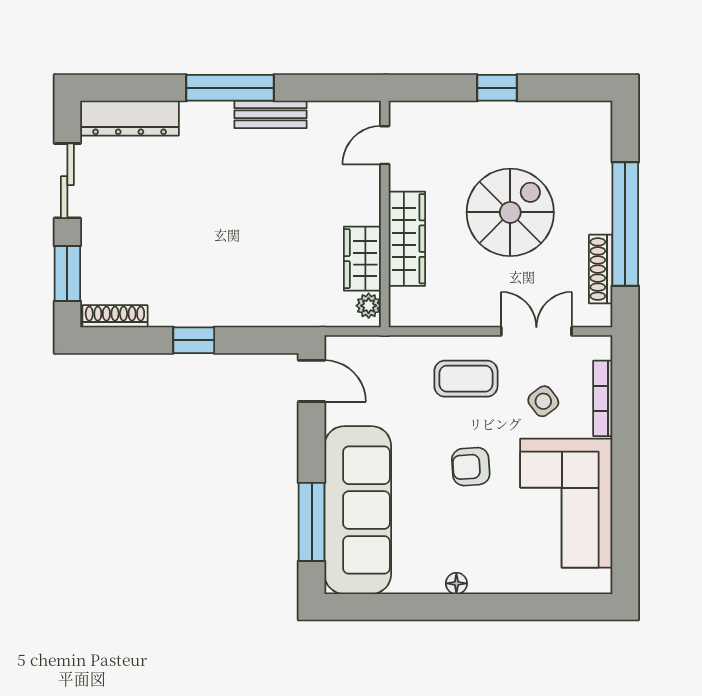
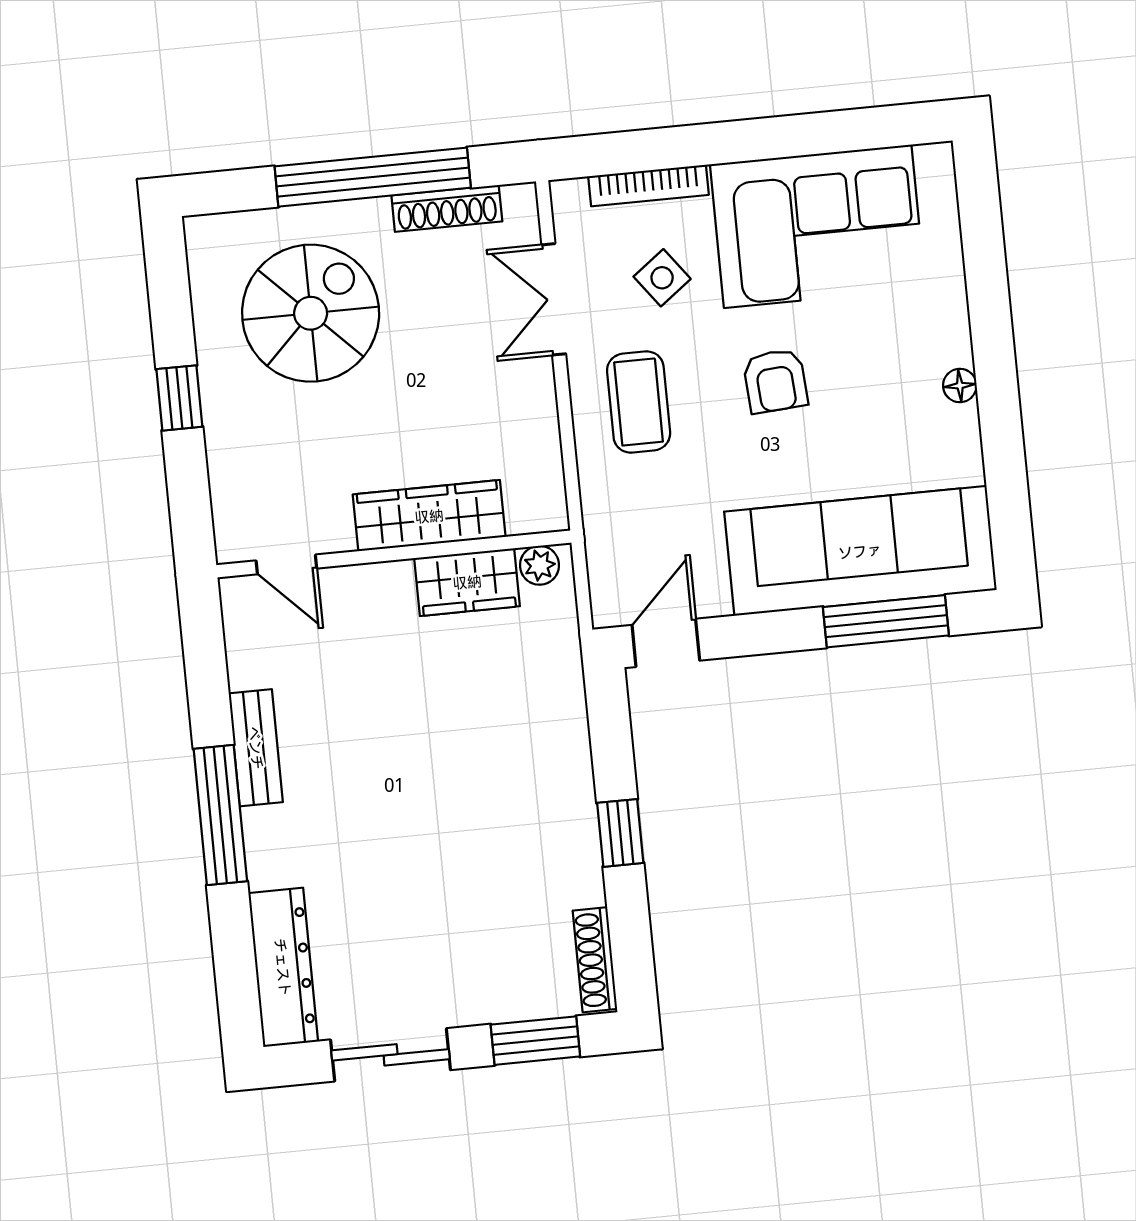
spiral stairs: (510, 212) -> (311, 313), moved, turned 90

